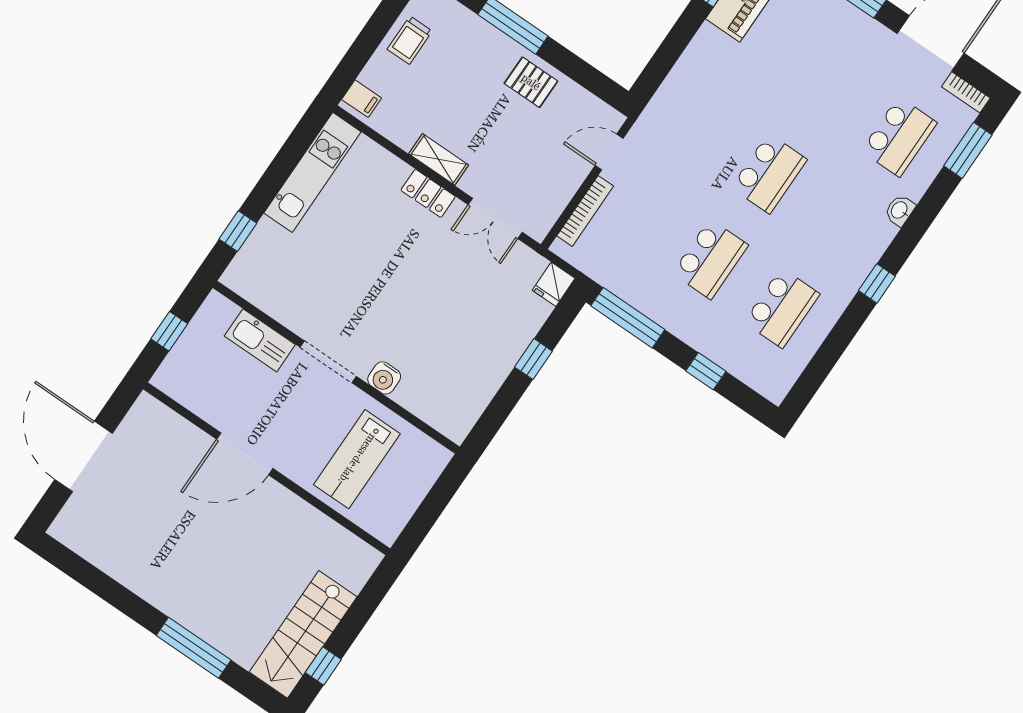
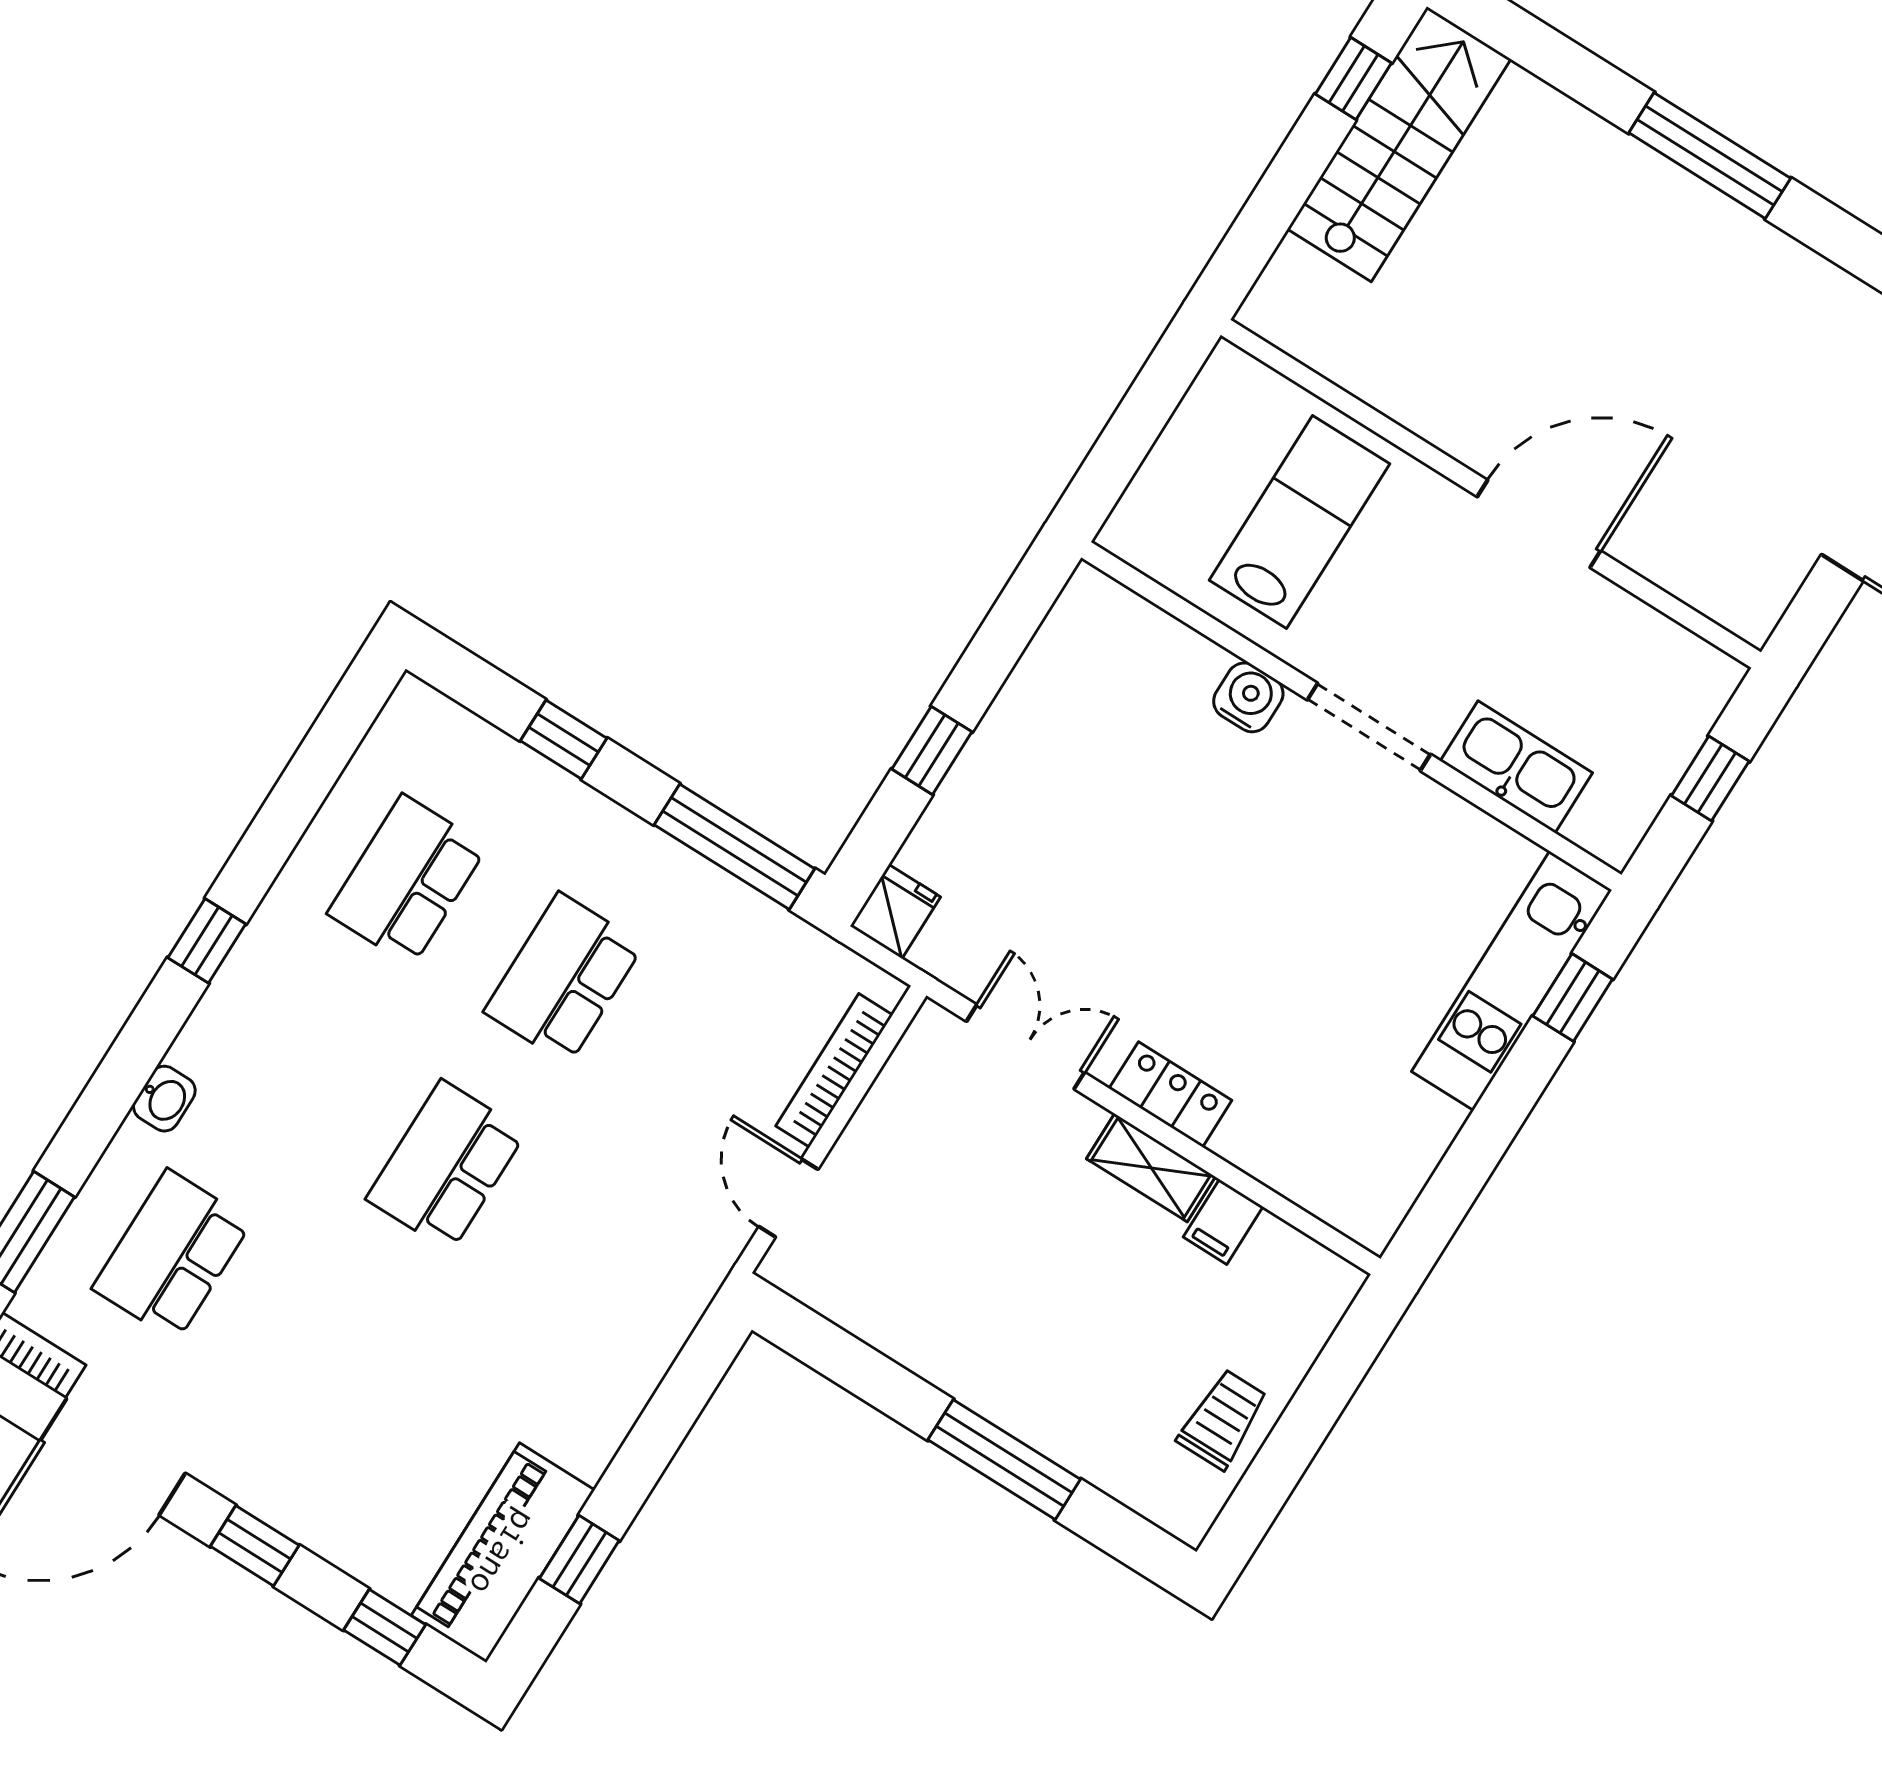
pallet: (531, 82) -> (961, 1340), removed
filing cabinet: (362, 99) -> (1223, 1222), moved, turned -90
door: (609, 152) -> (788, 1198), swing flipped
kitchen unit: (312, 172) -> (1512, 981), moved
window: (194, 648) -> (1710, 156), moved

